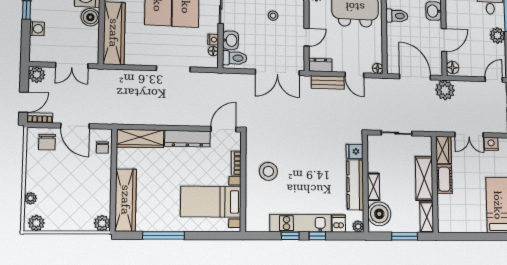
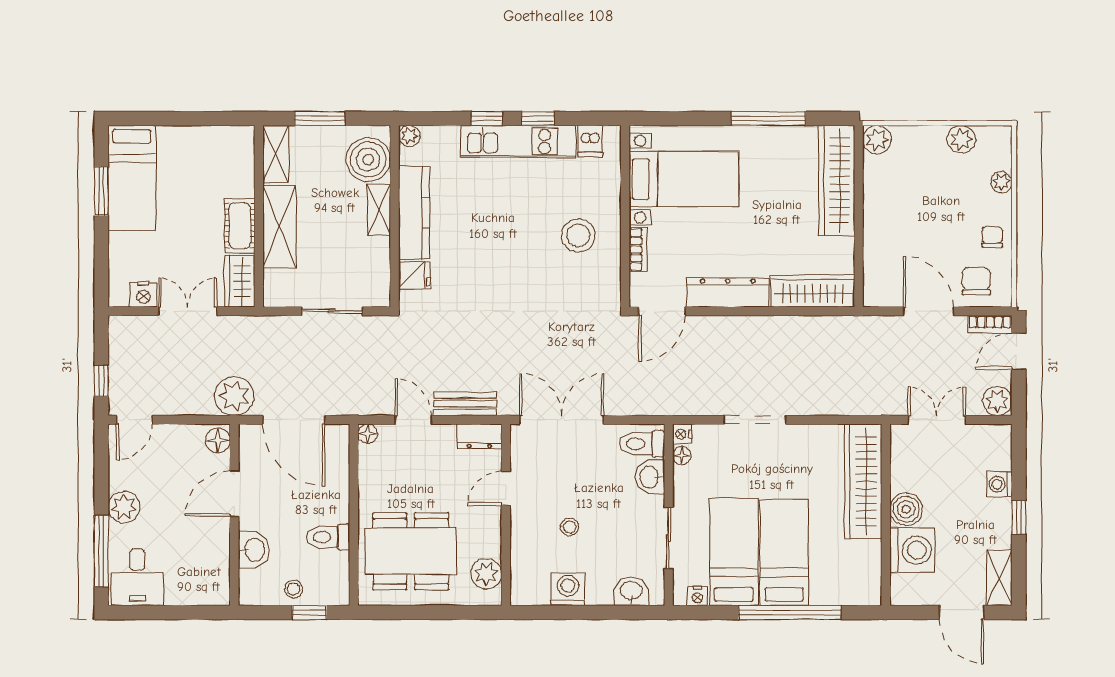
nightstand: (213, 40) -> (682, 434), moved
chair: (102, 147) -> (992, 237), moved
plant: (36, 223) -> (961, 139), moved
dishwasher: (339, 224) -> (590, 141), moved

